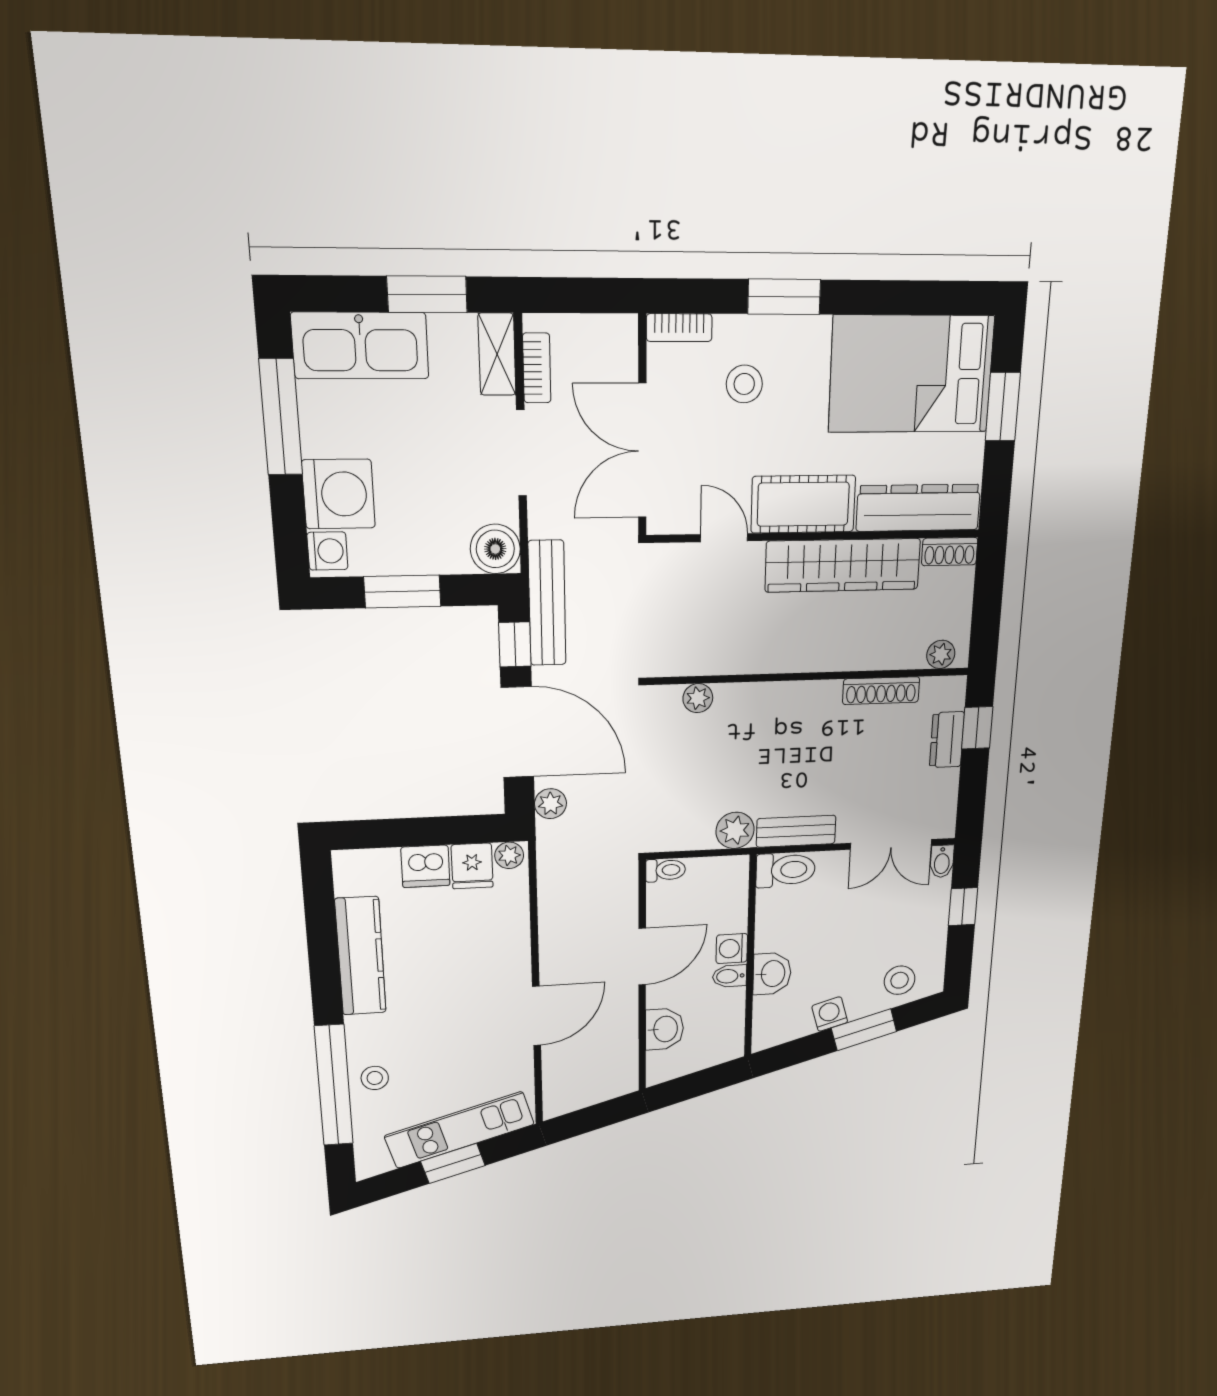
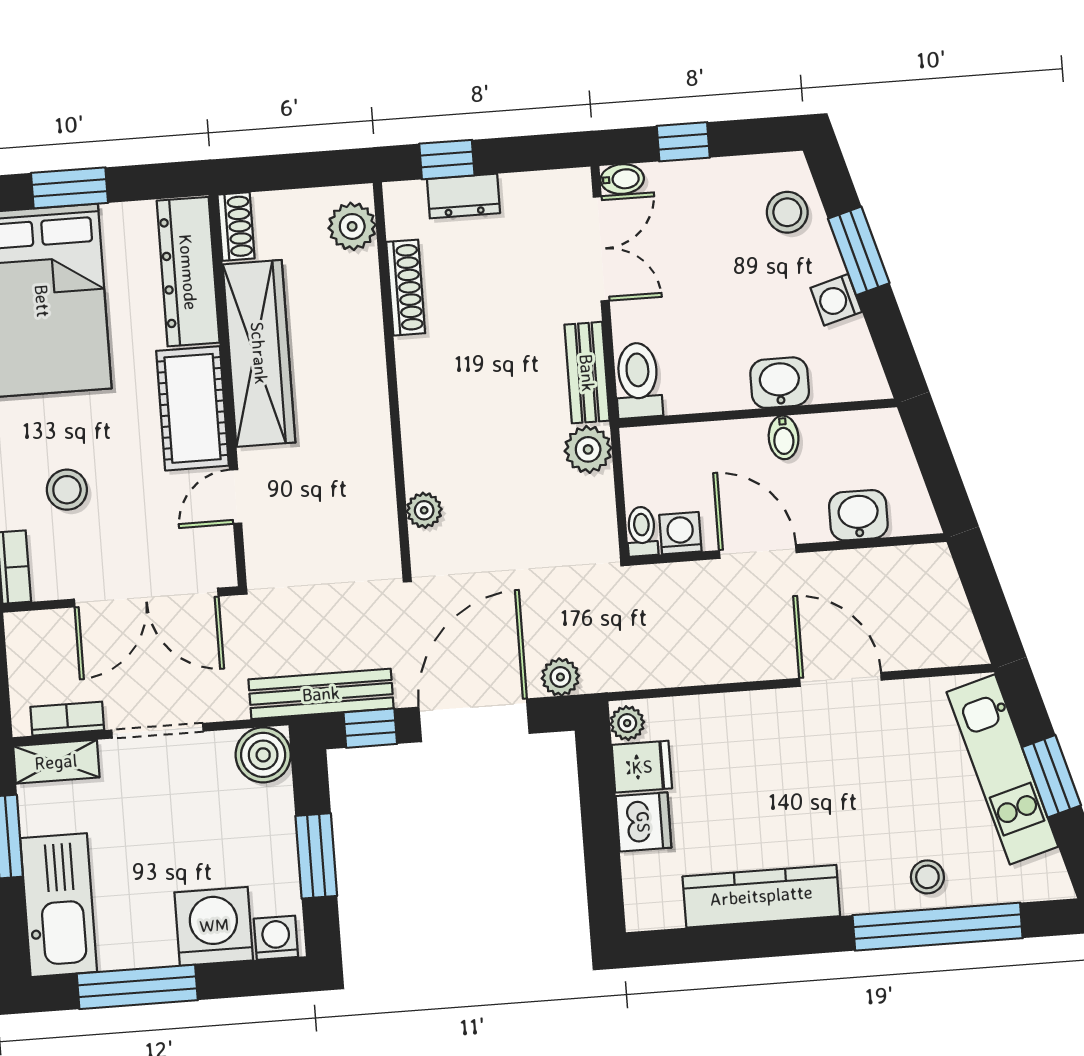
plant: (941, 654) -> (352, 226), width x1.38, depth x1.38
washing machine: (732, 949) -> (680, 533), moved, turned 180

